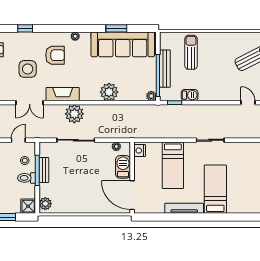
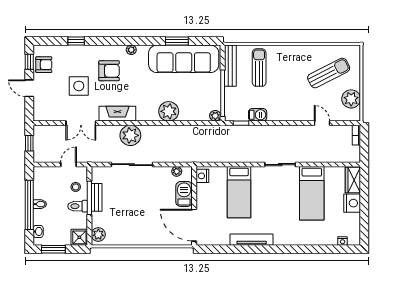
bench: (165, 69) -> (230, 66), moved
bed: (215, 189) -> (312, 193), moved, turned 180

